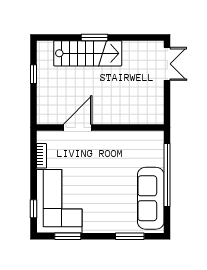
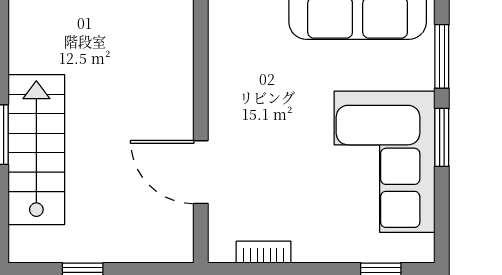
corner sofa: (59, 201) -> (385, 162), moved, turned -90
window: (68, 236) -> (442, 137), moved

